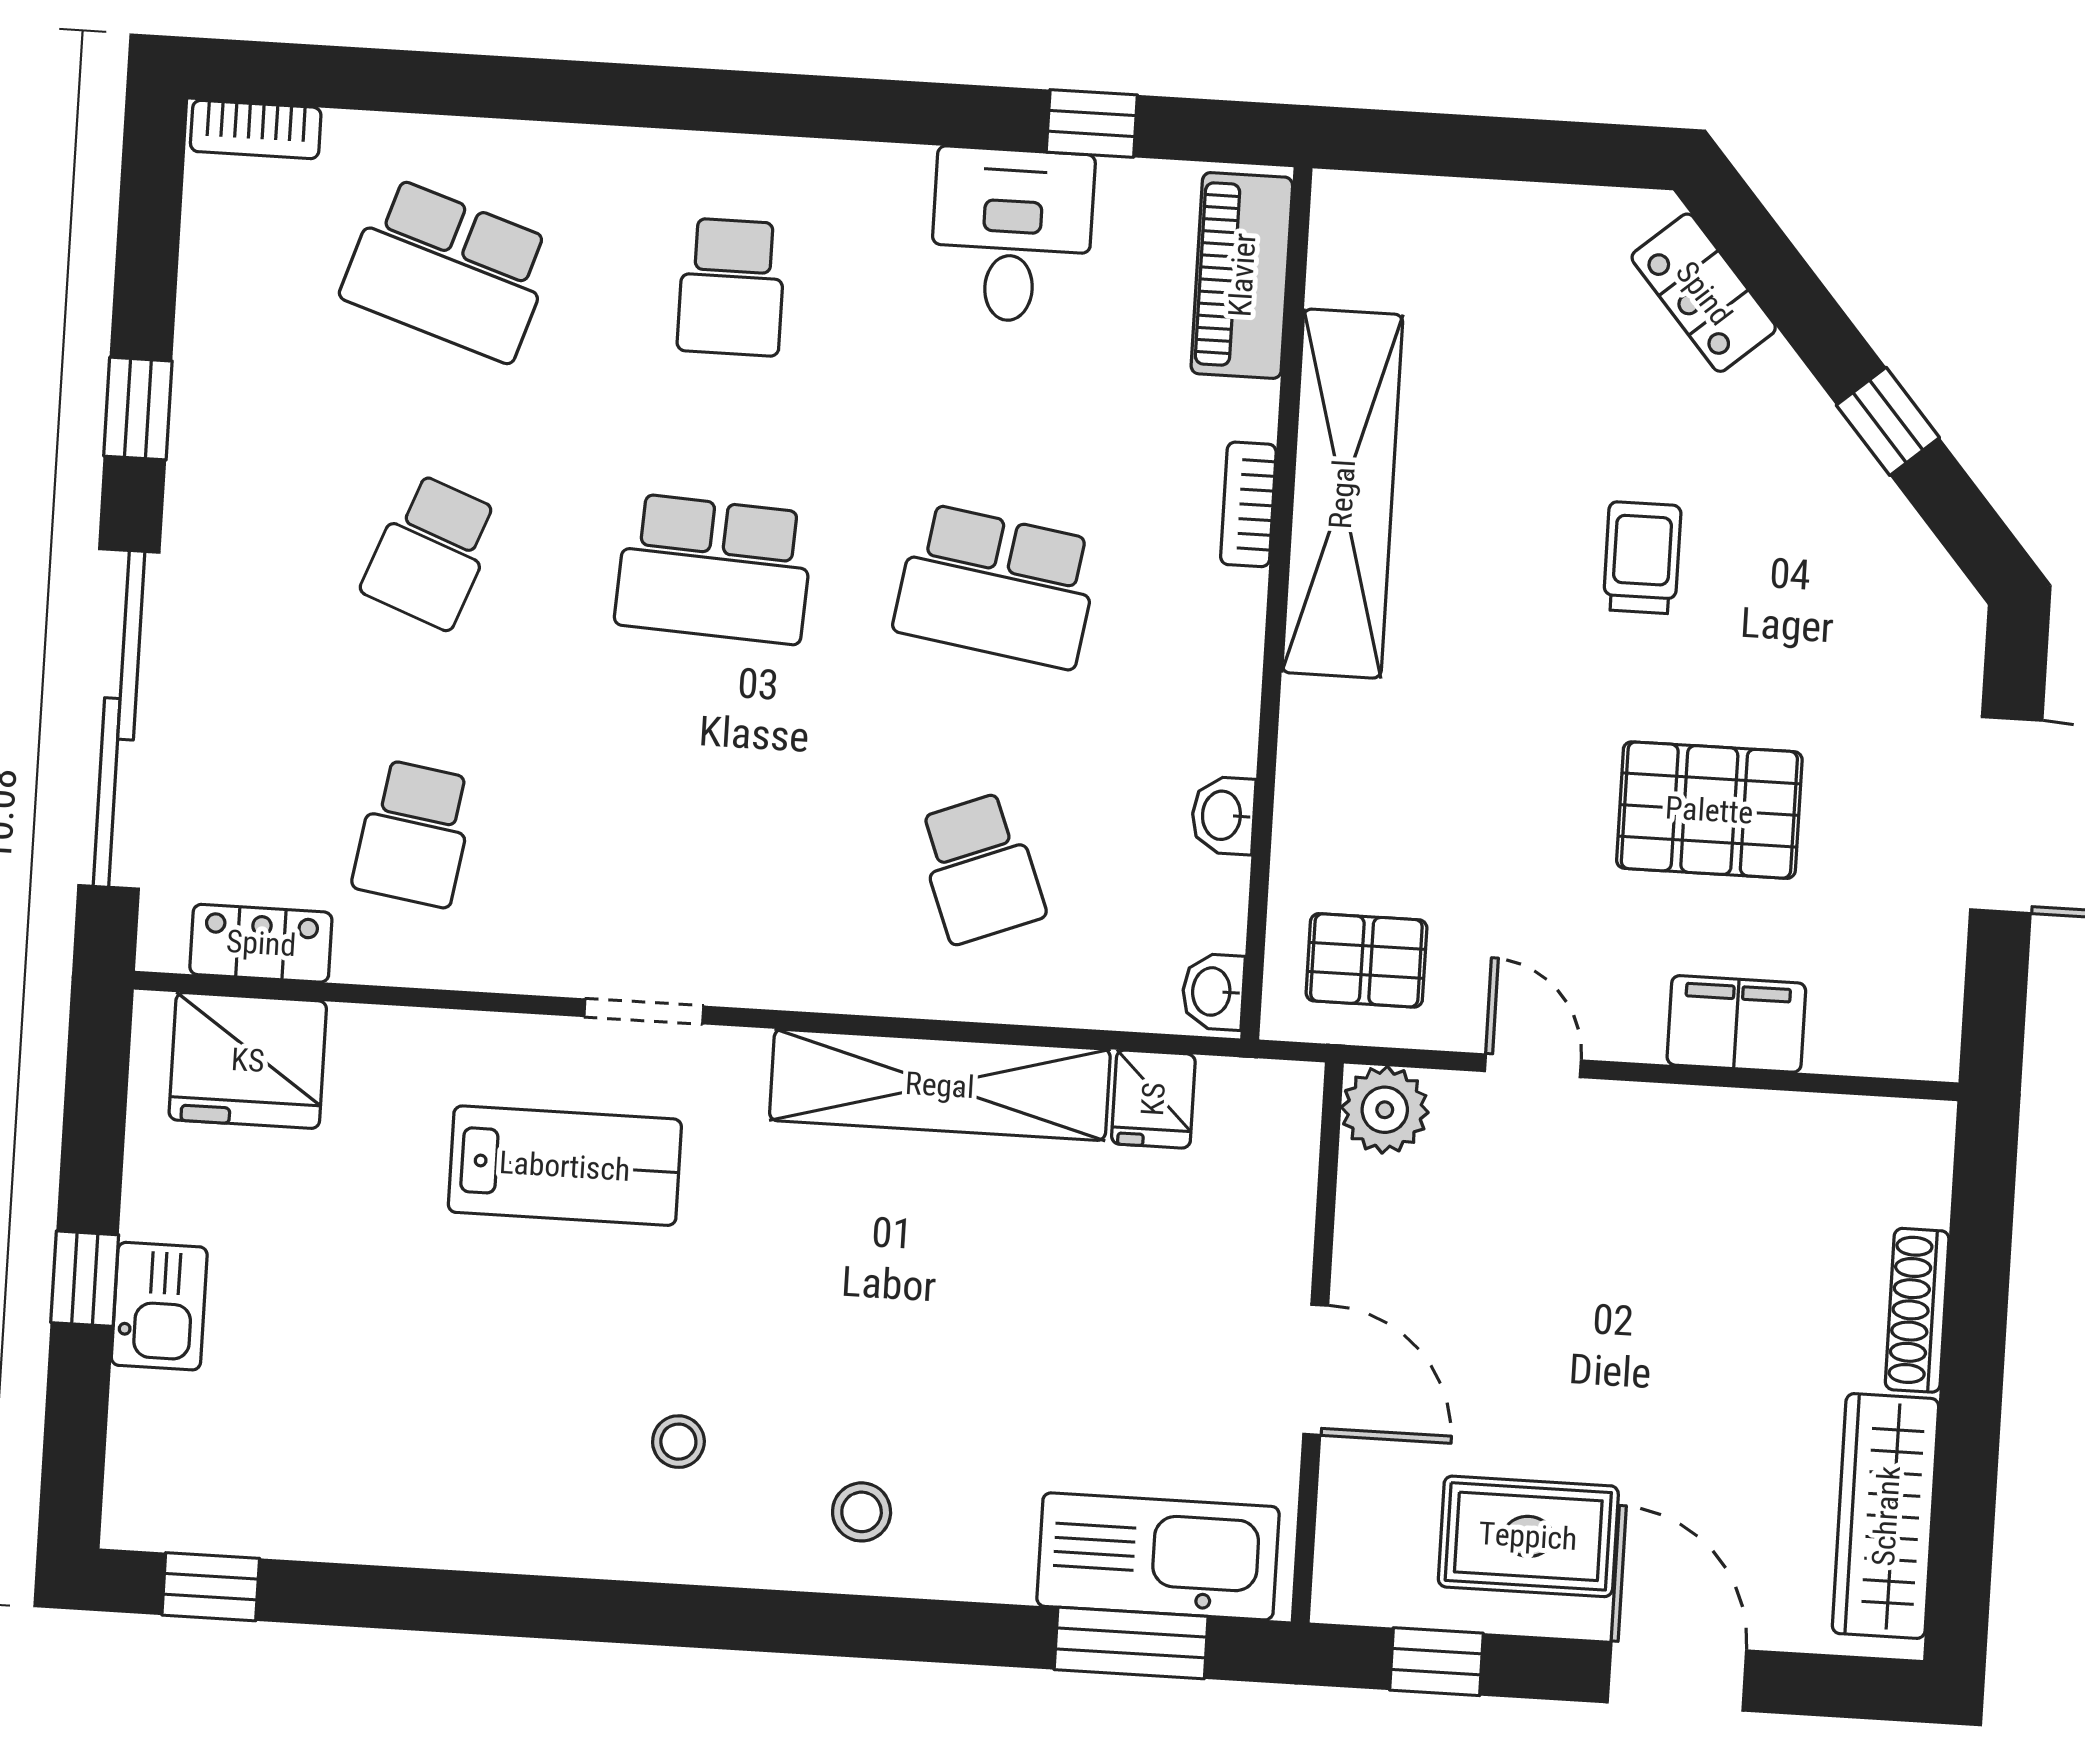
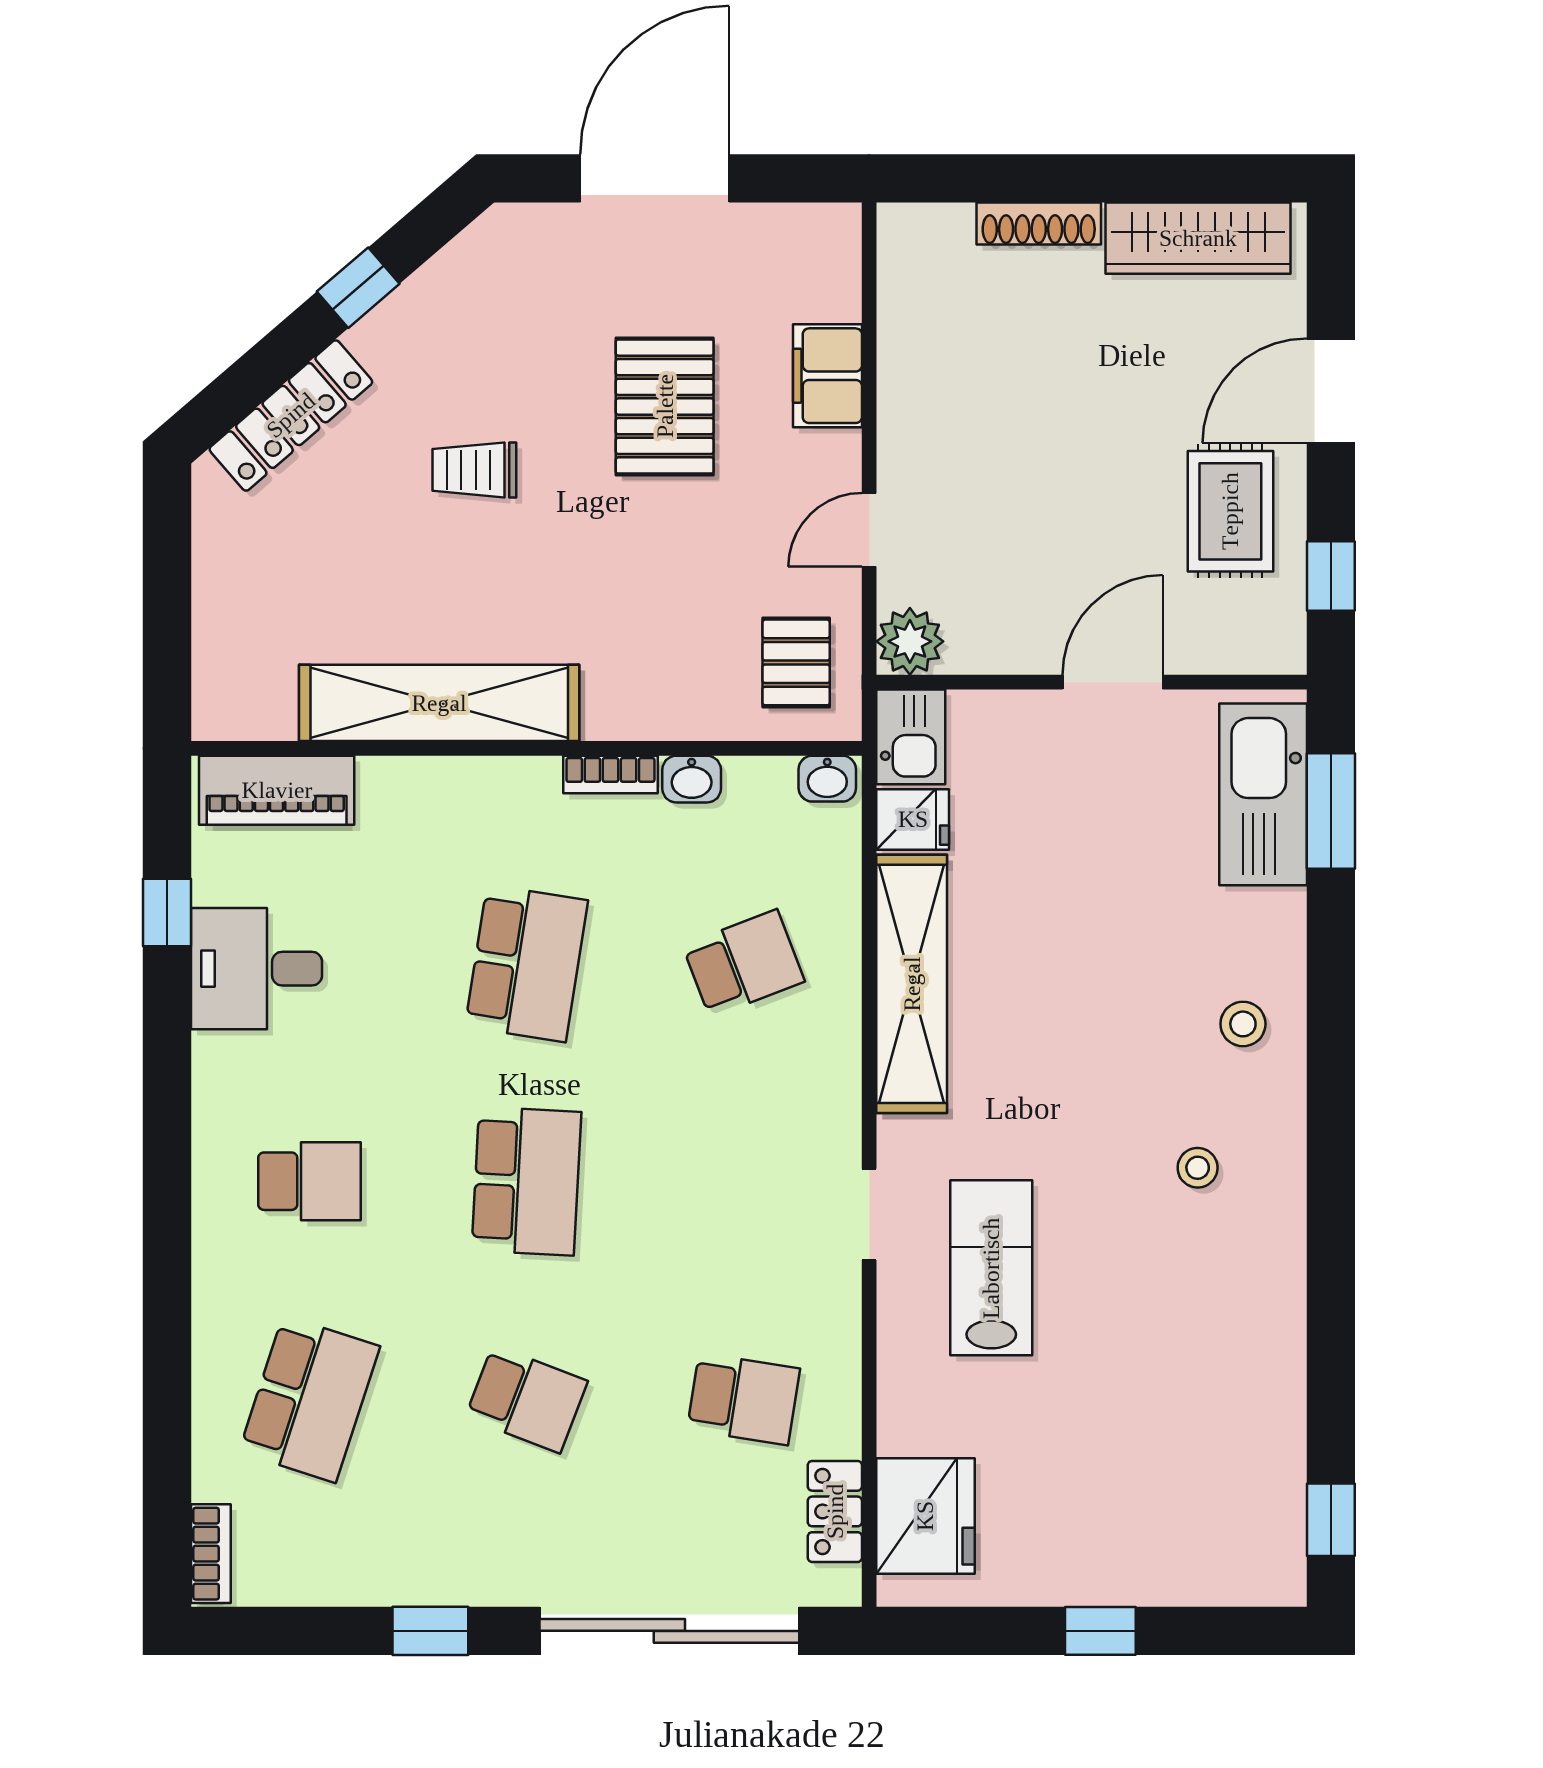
locker: (1704, 293) -> (291, 415), width x1.53
bookcase: (1248, 504) -> (610, 774), moved
kitchen sink: (159, 1306) -> (911, 737), moved, turned 90

